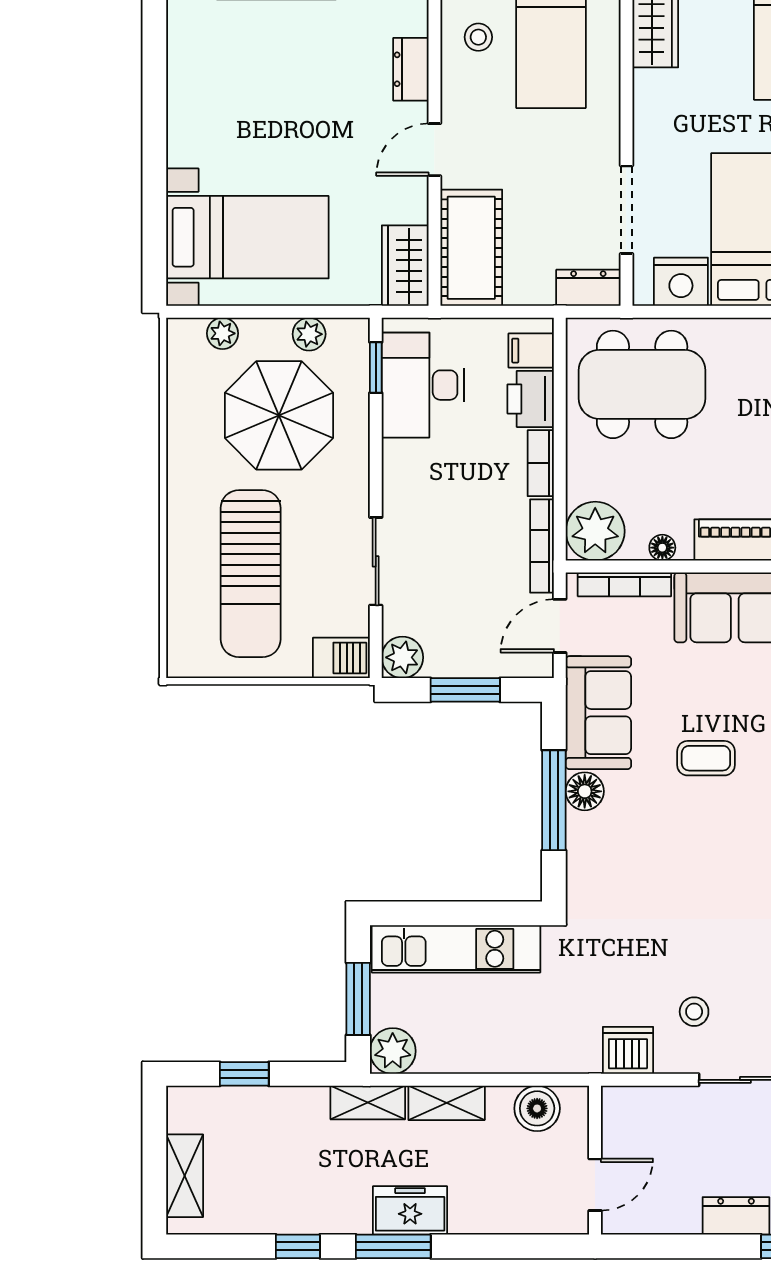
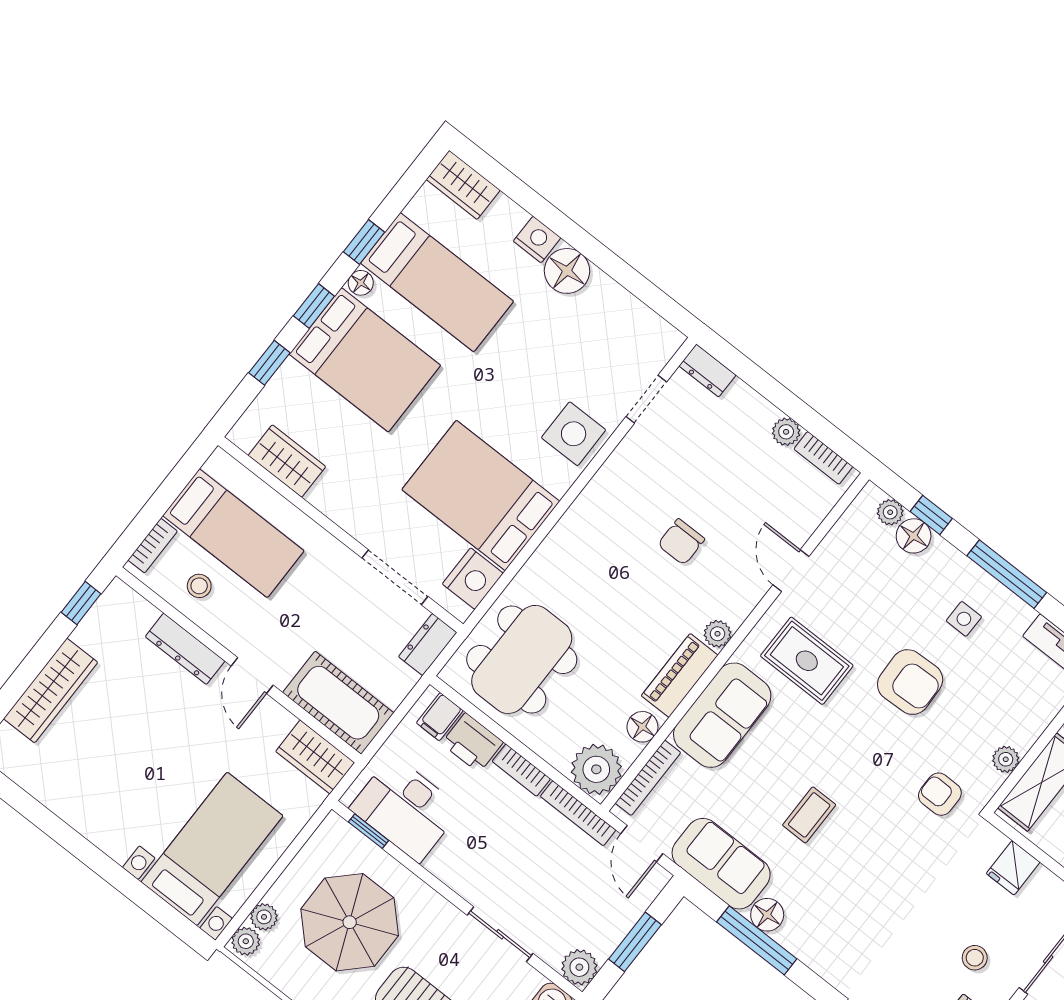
dresser: (411, 69) -> (185, 649), width x1.44
plant: (309, 334) -> (246, 941), moved
floor lamp: (662, 548) -> (642, 727), width x1.37, depth x1.37

